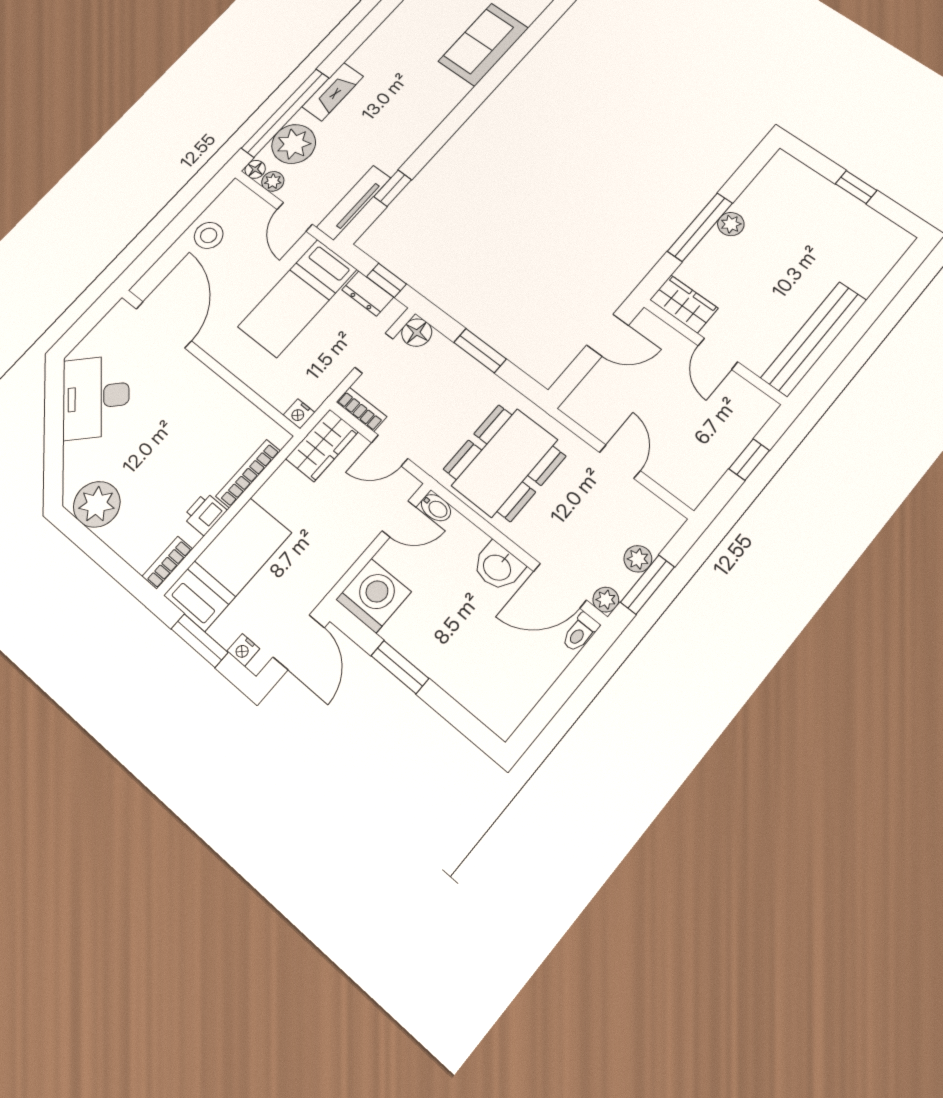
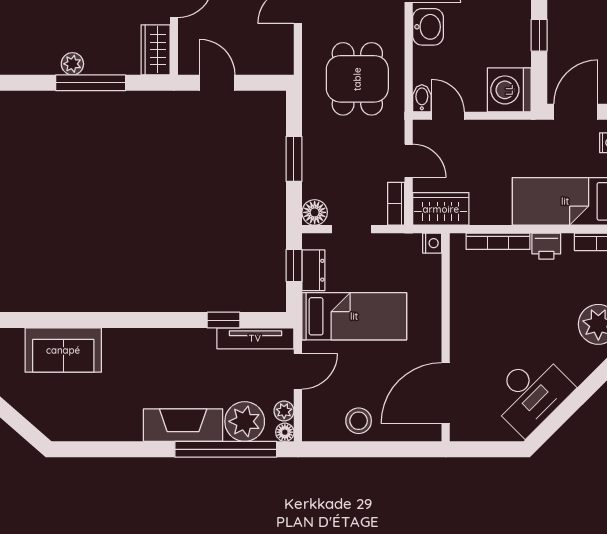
fireplace: (333, 92) -> (183, 425), width x1.37, depth x1.32
dining table: (504, 463) -> (357, 79), width x0.73
window: (400, 667) -> (539, 35), width x0.67

